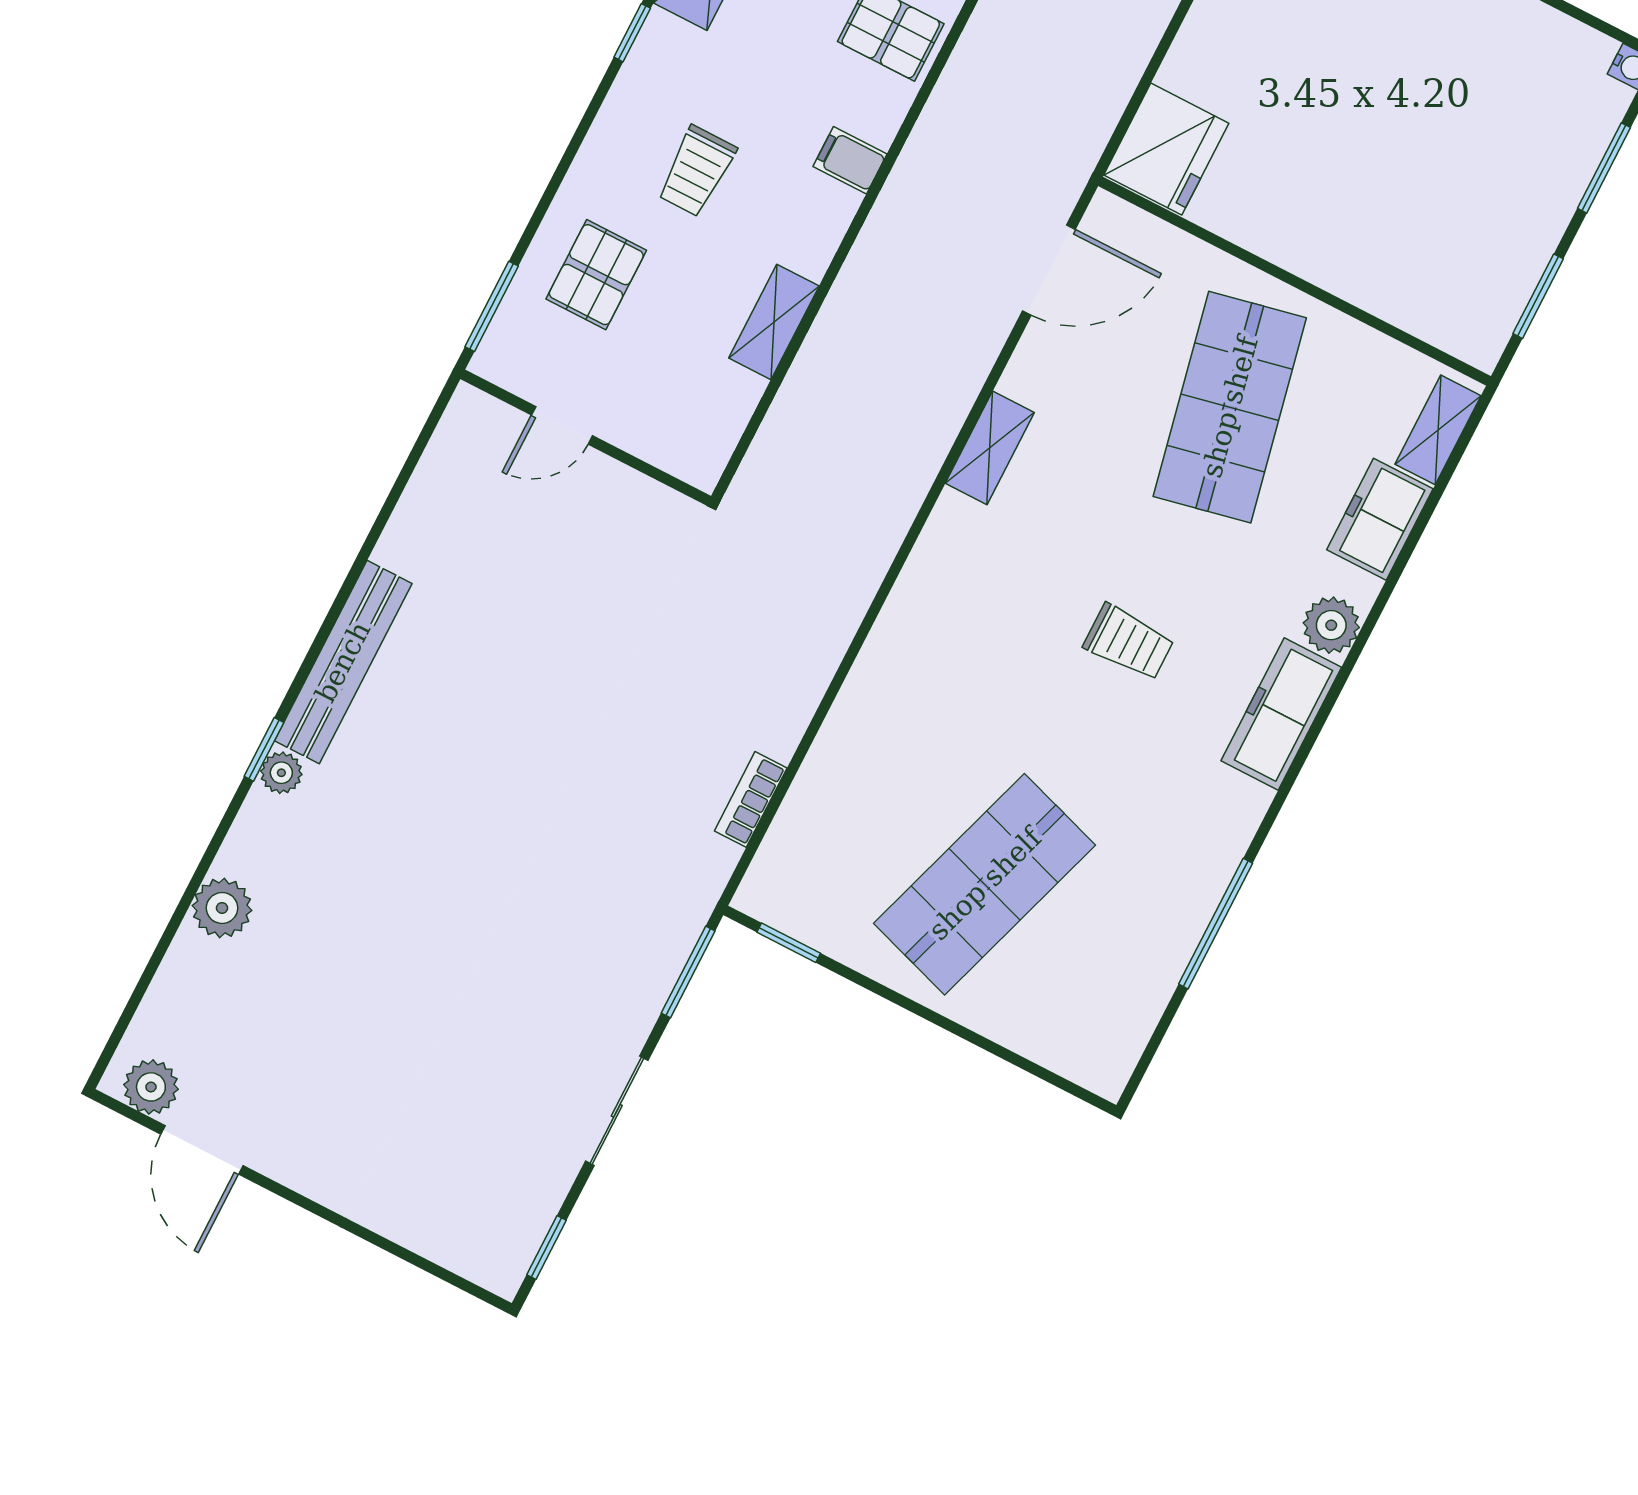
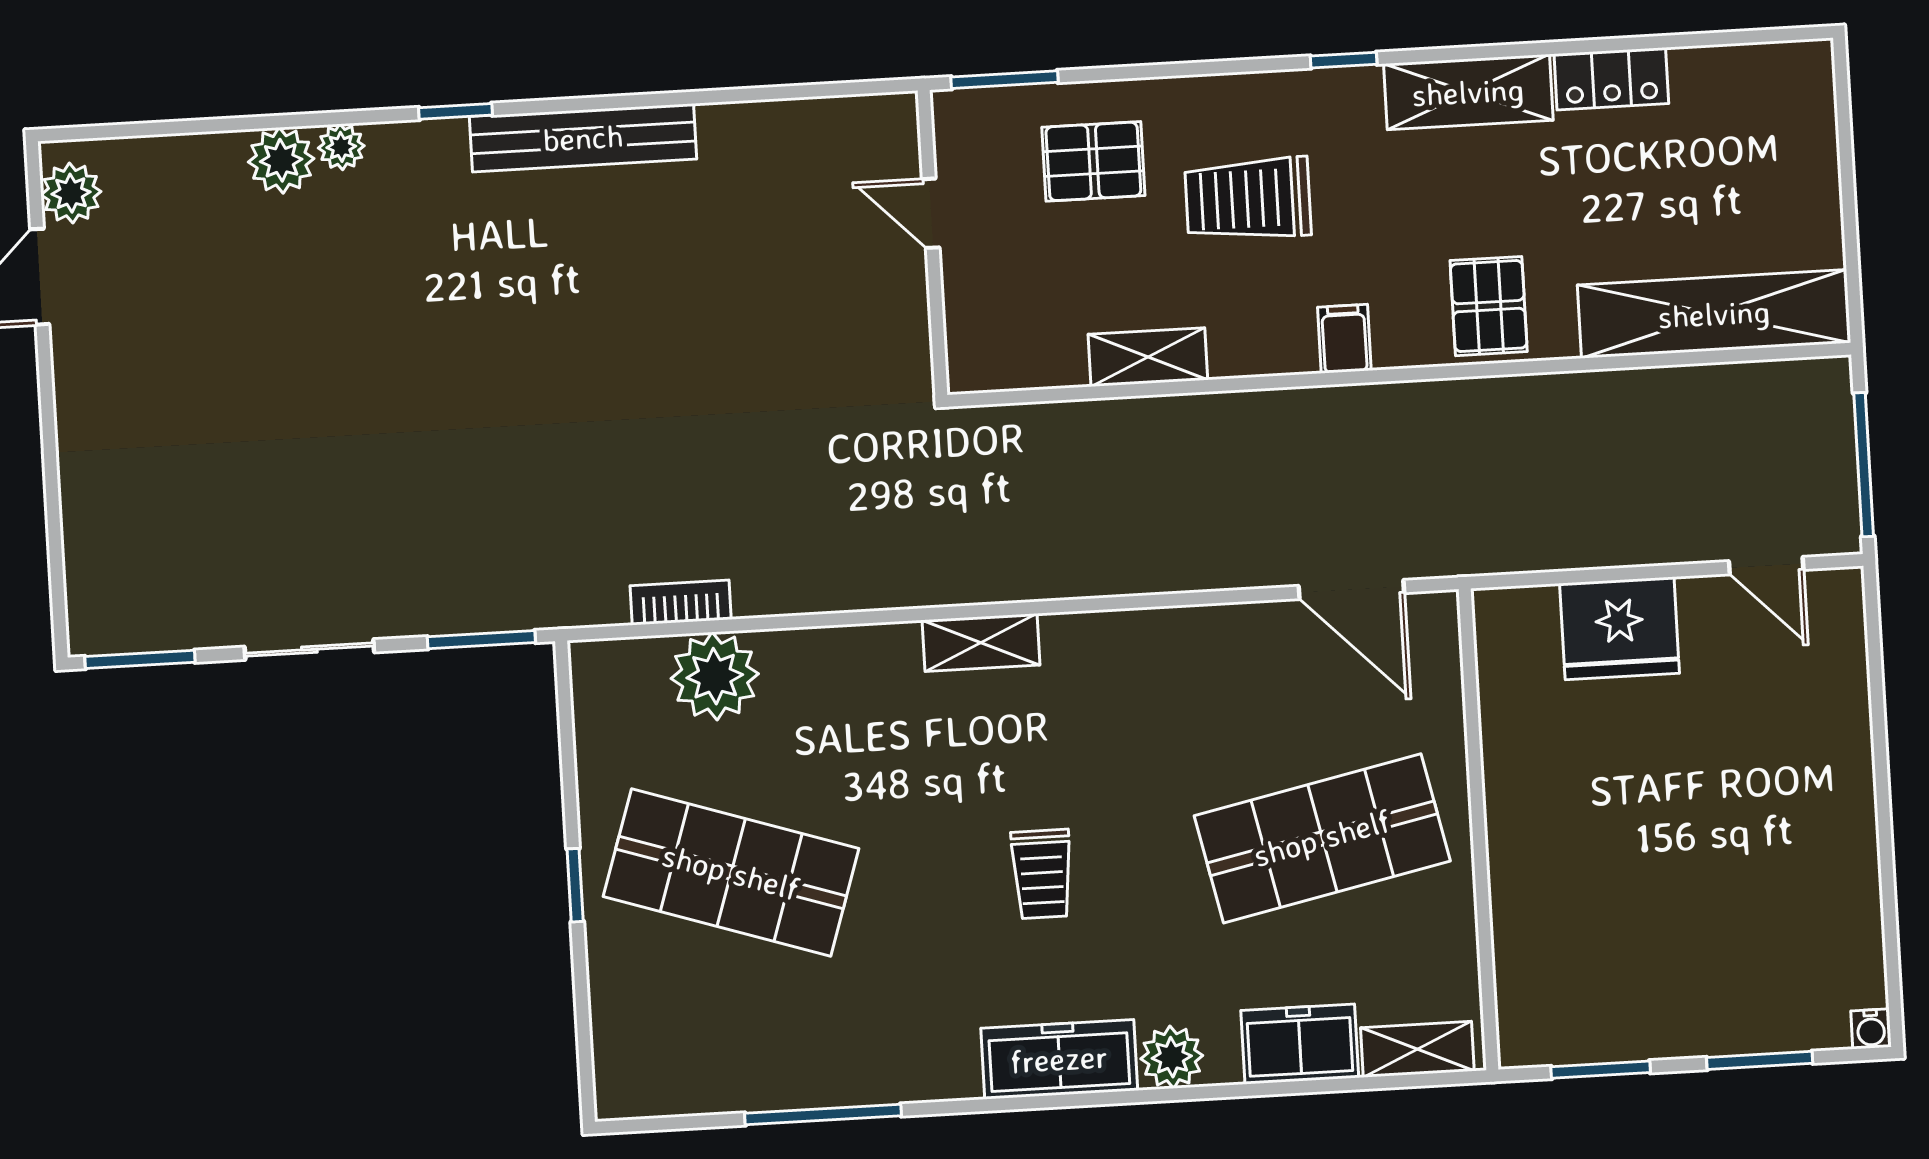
fridge: (1166, 149) -> (1620, 628), moved
trolley: (697, 171) -> (1248, 199), width x1.36, depth x1.39
shelving: (990, 448) -> (981, 643), moved
plant: (281, 773) -> (341, 147), moved
plant: (824, 807) -> (715, 676), added
window: (789, 943) -> (575, 885), moved
window: (547, 1247) -> (140, 659), width x1.50

